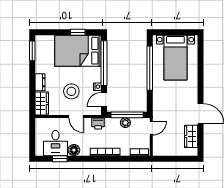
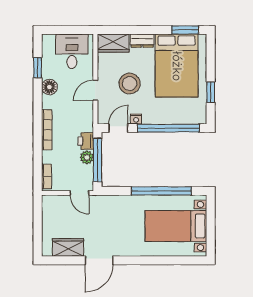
bed: (78, 51) -> (177, 66), moved, turned 180
door: (104, 100) -> (118, 128), hinge flipped
printer: (98, 123) -> (86, 141), moved
desk: (55, 143) -> (72, 51), moved, turned 90

